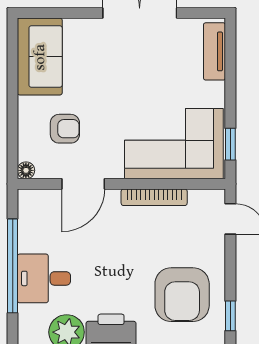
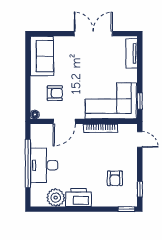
desk: (44, 278) -> (44, 165), width x1.37
armchair: (182, 295) -> (115, 178), width x0.53, depth x0.53

